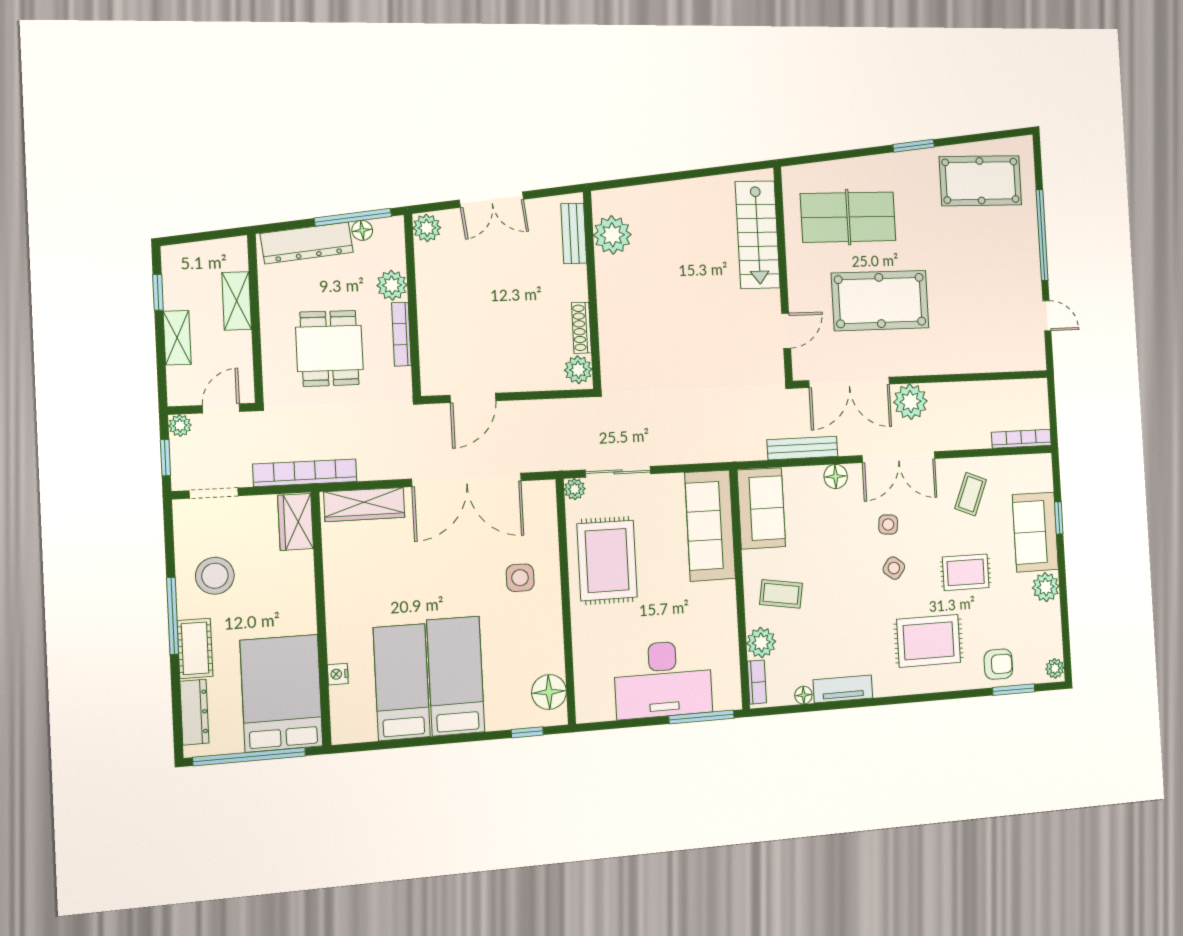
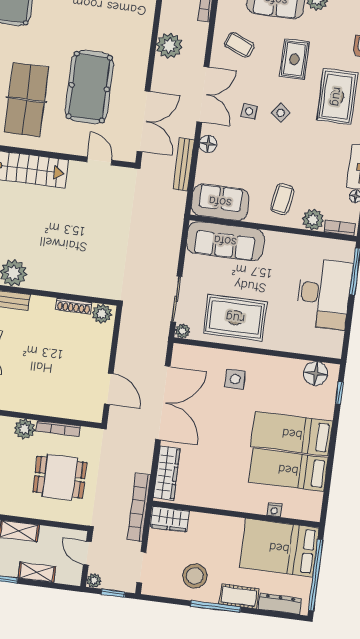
plant: (910, 402) -> (169, 46), moved

